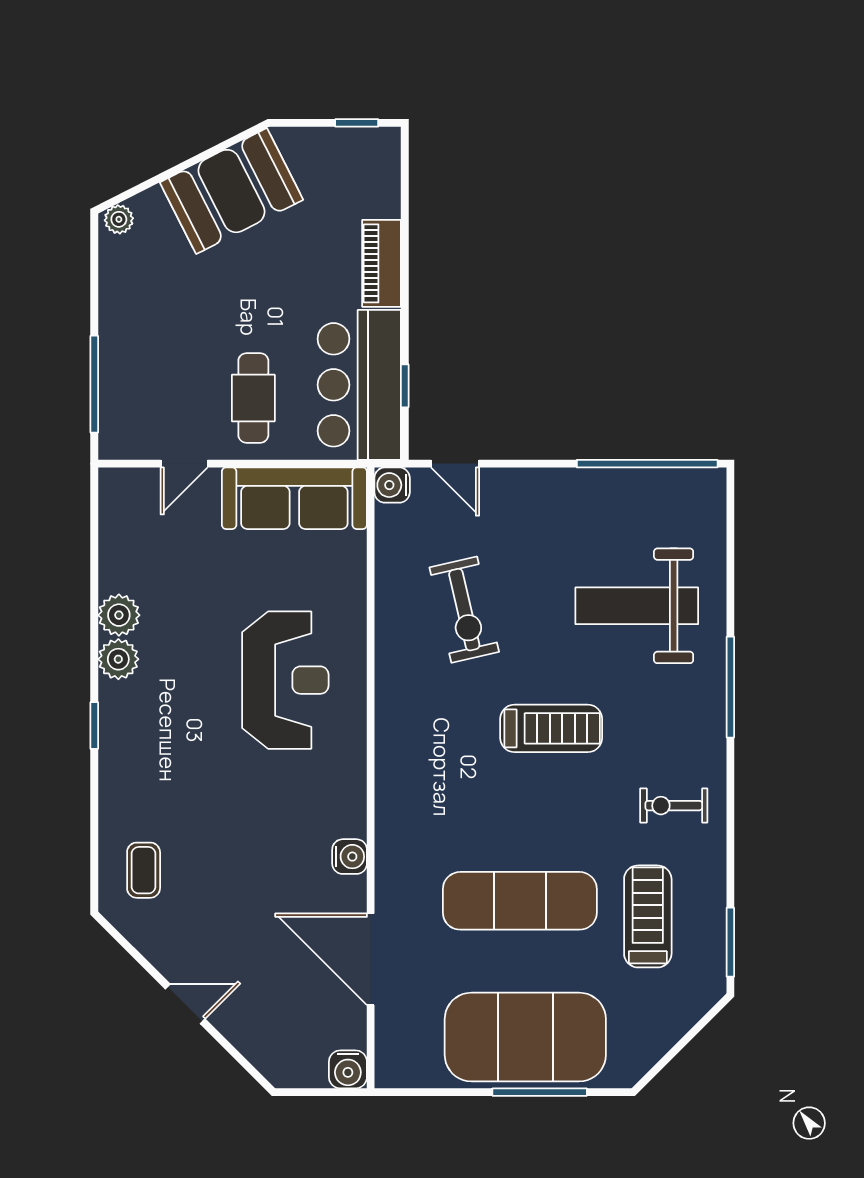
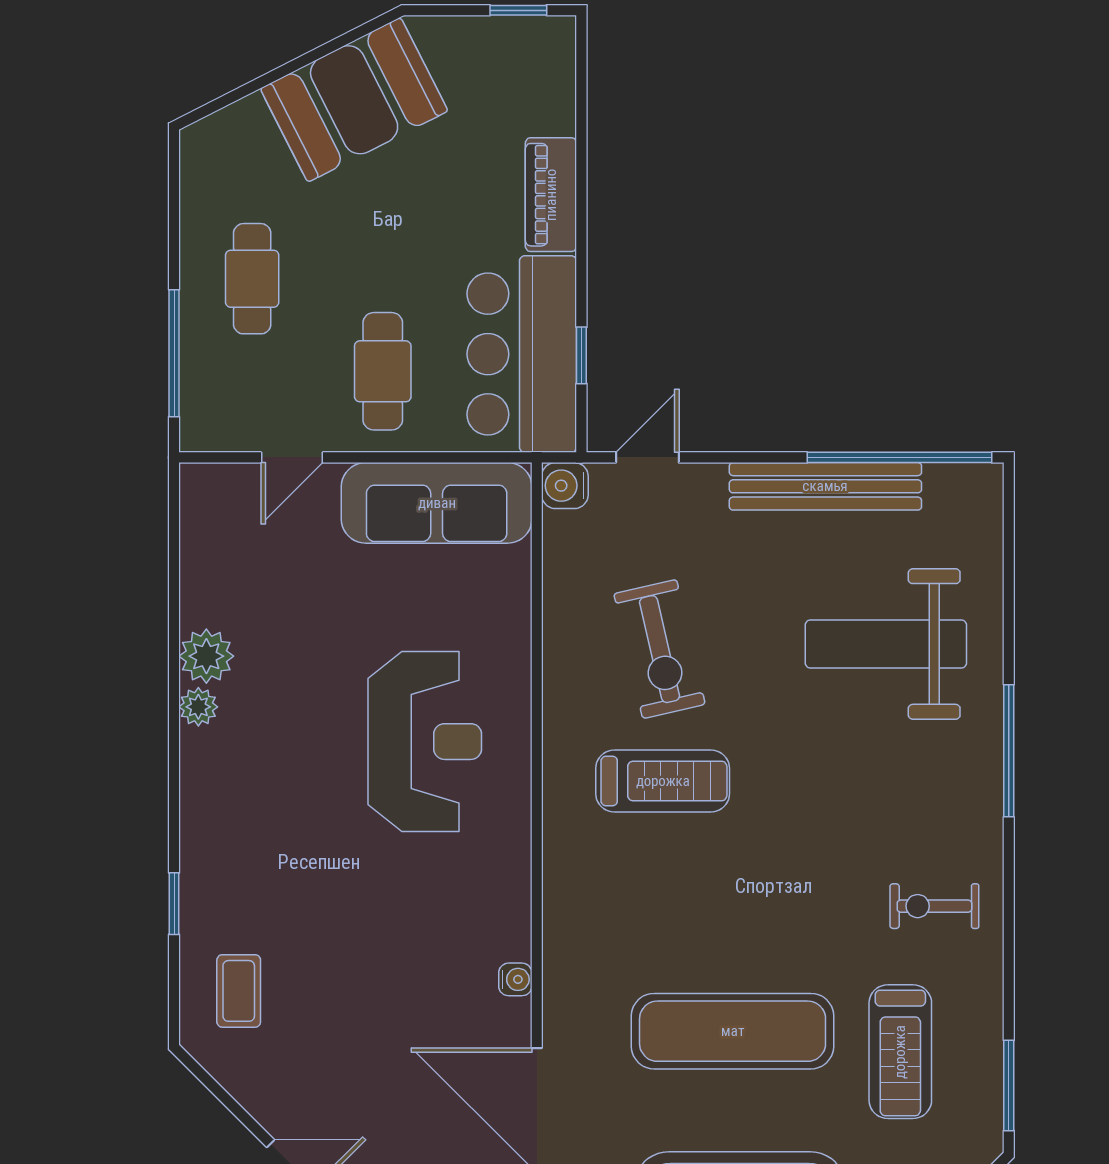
plant: (119, 219) -> (206, 137), removed
cafe table: (154, 327) -> (252, 279), added
door: (455, 464) -> (647, 457), swing flipped
bench: (591, 486) -> (825, 486), added
plant: (118, 659) -> (198, 707), width x0.73, depth x0.73
window: (94, 725) -> (174, 904), moved
treadmill: (551, 728) -> (663, 781), moved
water cooler: (350, 857) -> (515, 979), width x0.72, depth x0.72
treadmill: (648, 916) -> (900, 1052), turned 180

